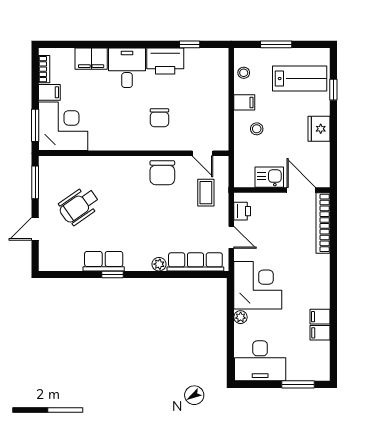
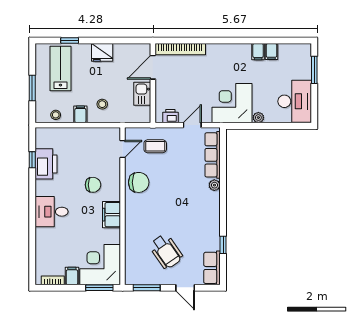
filing cabinet: (91, 59) -> (111, 215), moved, turned 180
printer: (165, 61) -> (46, 164), moved
row of seats: (104, 261) -> (212, 268), moved
window: (112, 275) -> (223, 245), moved

